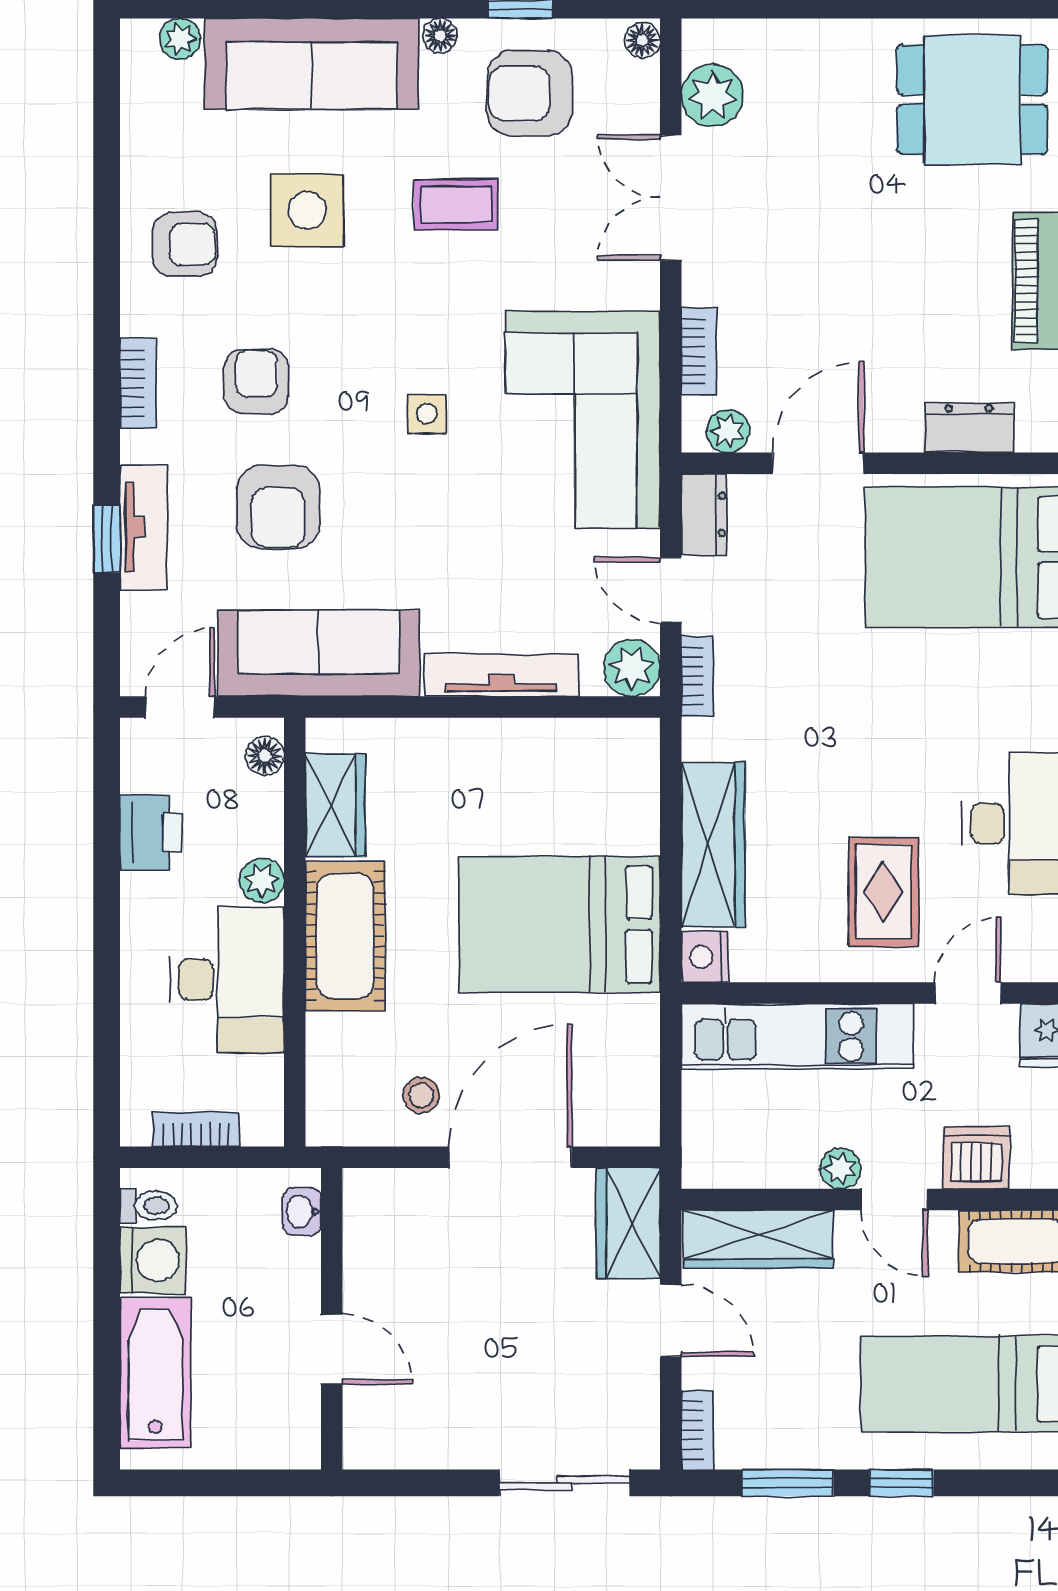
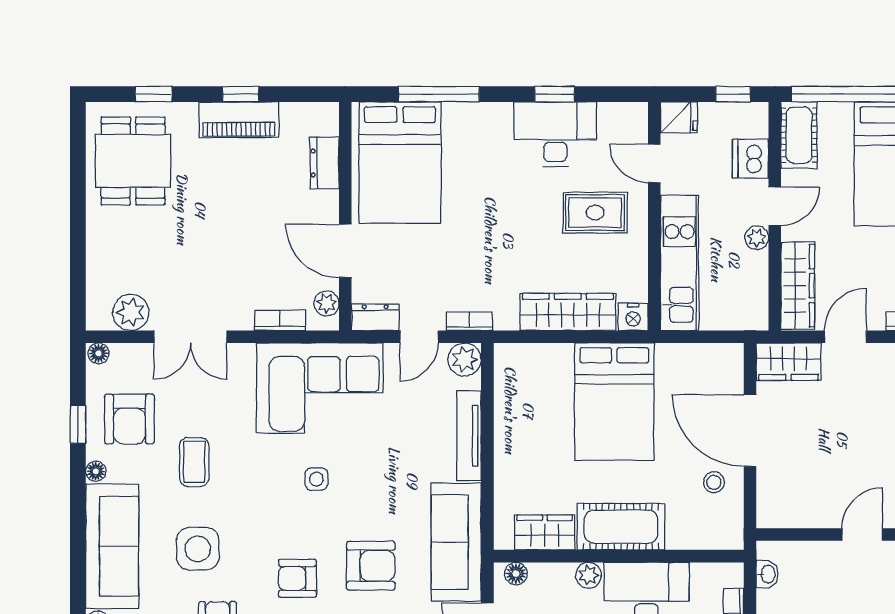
washbasin: (302, 1211) -> (767, 574), moved, turned -90

